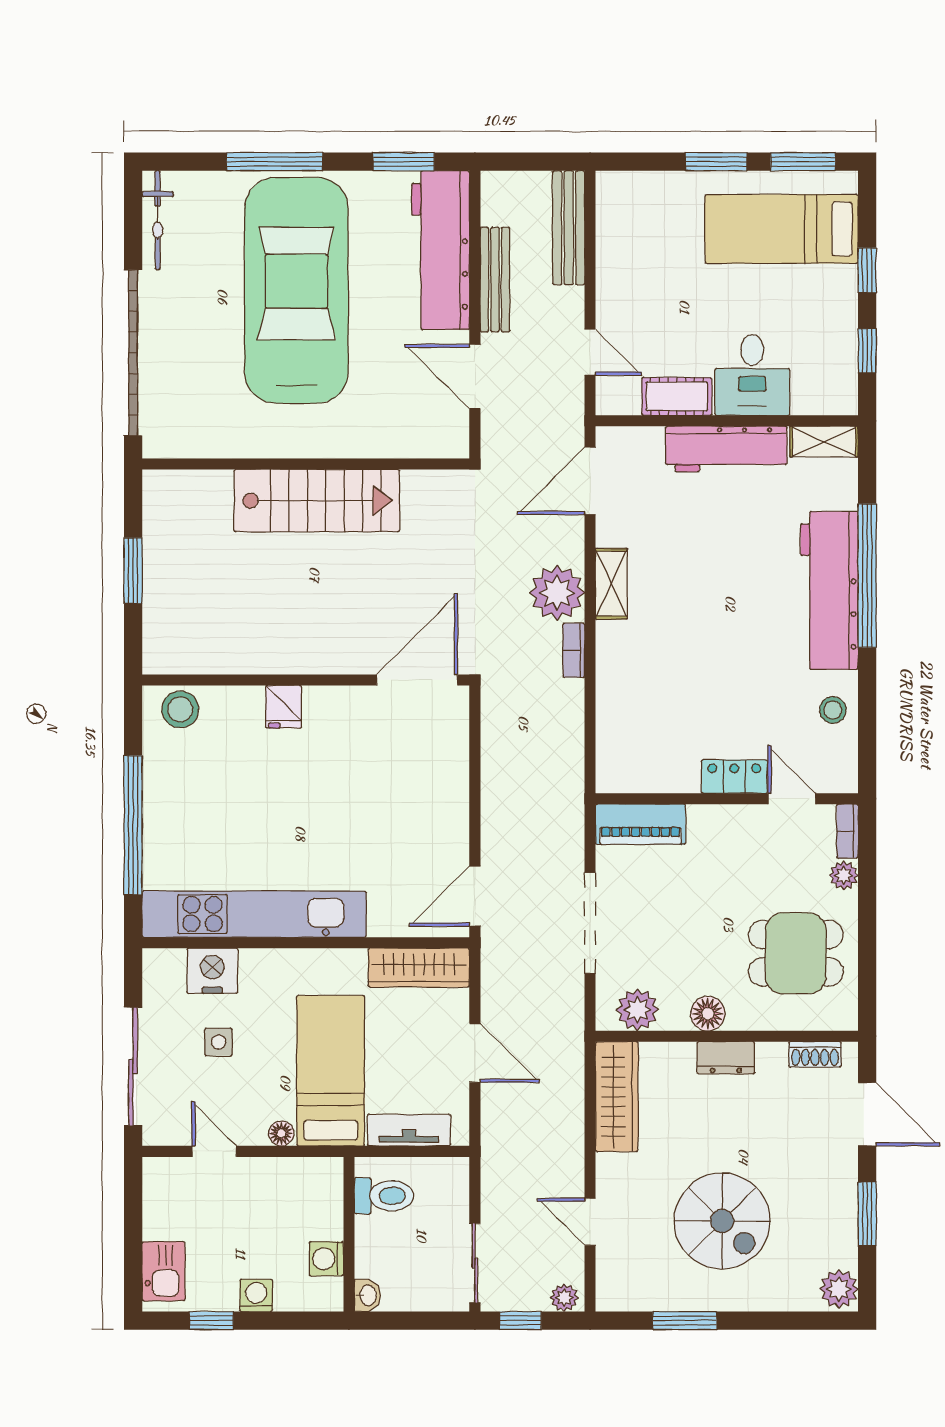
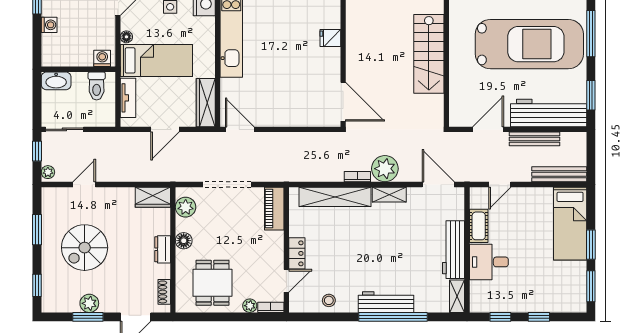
bed: (782, 229) -> (570, 224), moved, turned 180
workbench: (829, 590) -> (386, 302), width x0.73, depth x0.76
shelving: (616, 697) -> (335, 197), added
wardrobe: (617, 1097) -> (153, 197), width x0.67
washing machine: (326, 1259) -> (102, 58), moved
plant: (839, 1289) -> (89, 303), moved
washbasin: (367, 1295) -> (56, 81), width x1.91, depth x1.45
window: (801, 1321) -> (37, 285), added

